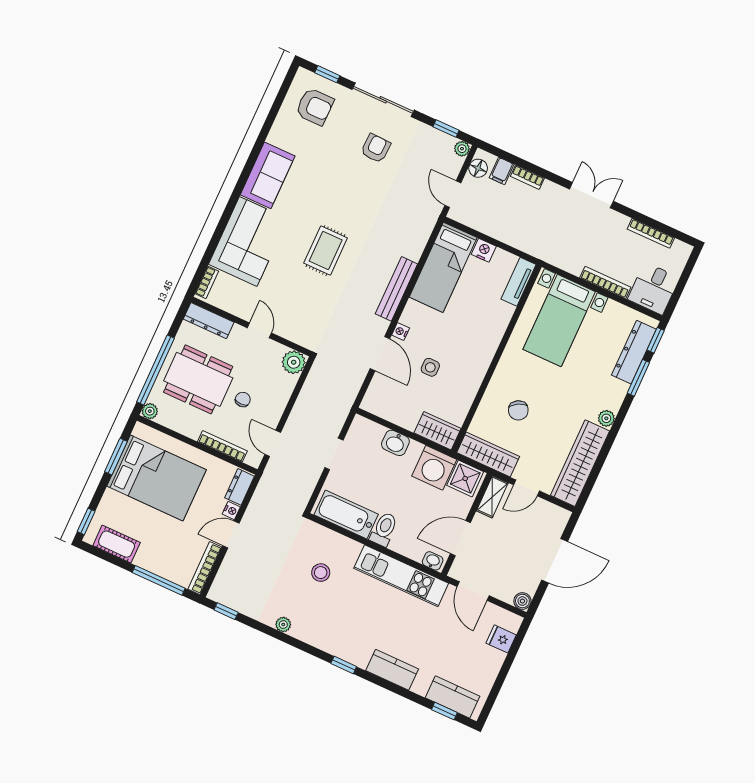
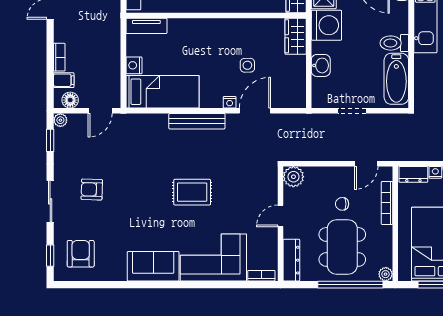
sliding door: (383, 100) -> (50, 201), width x0.73

